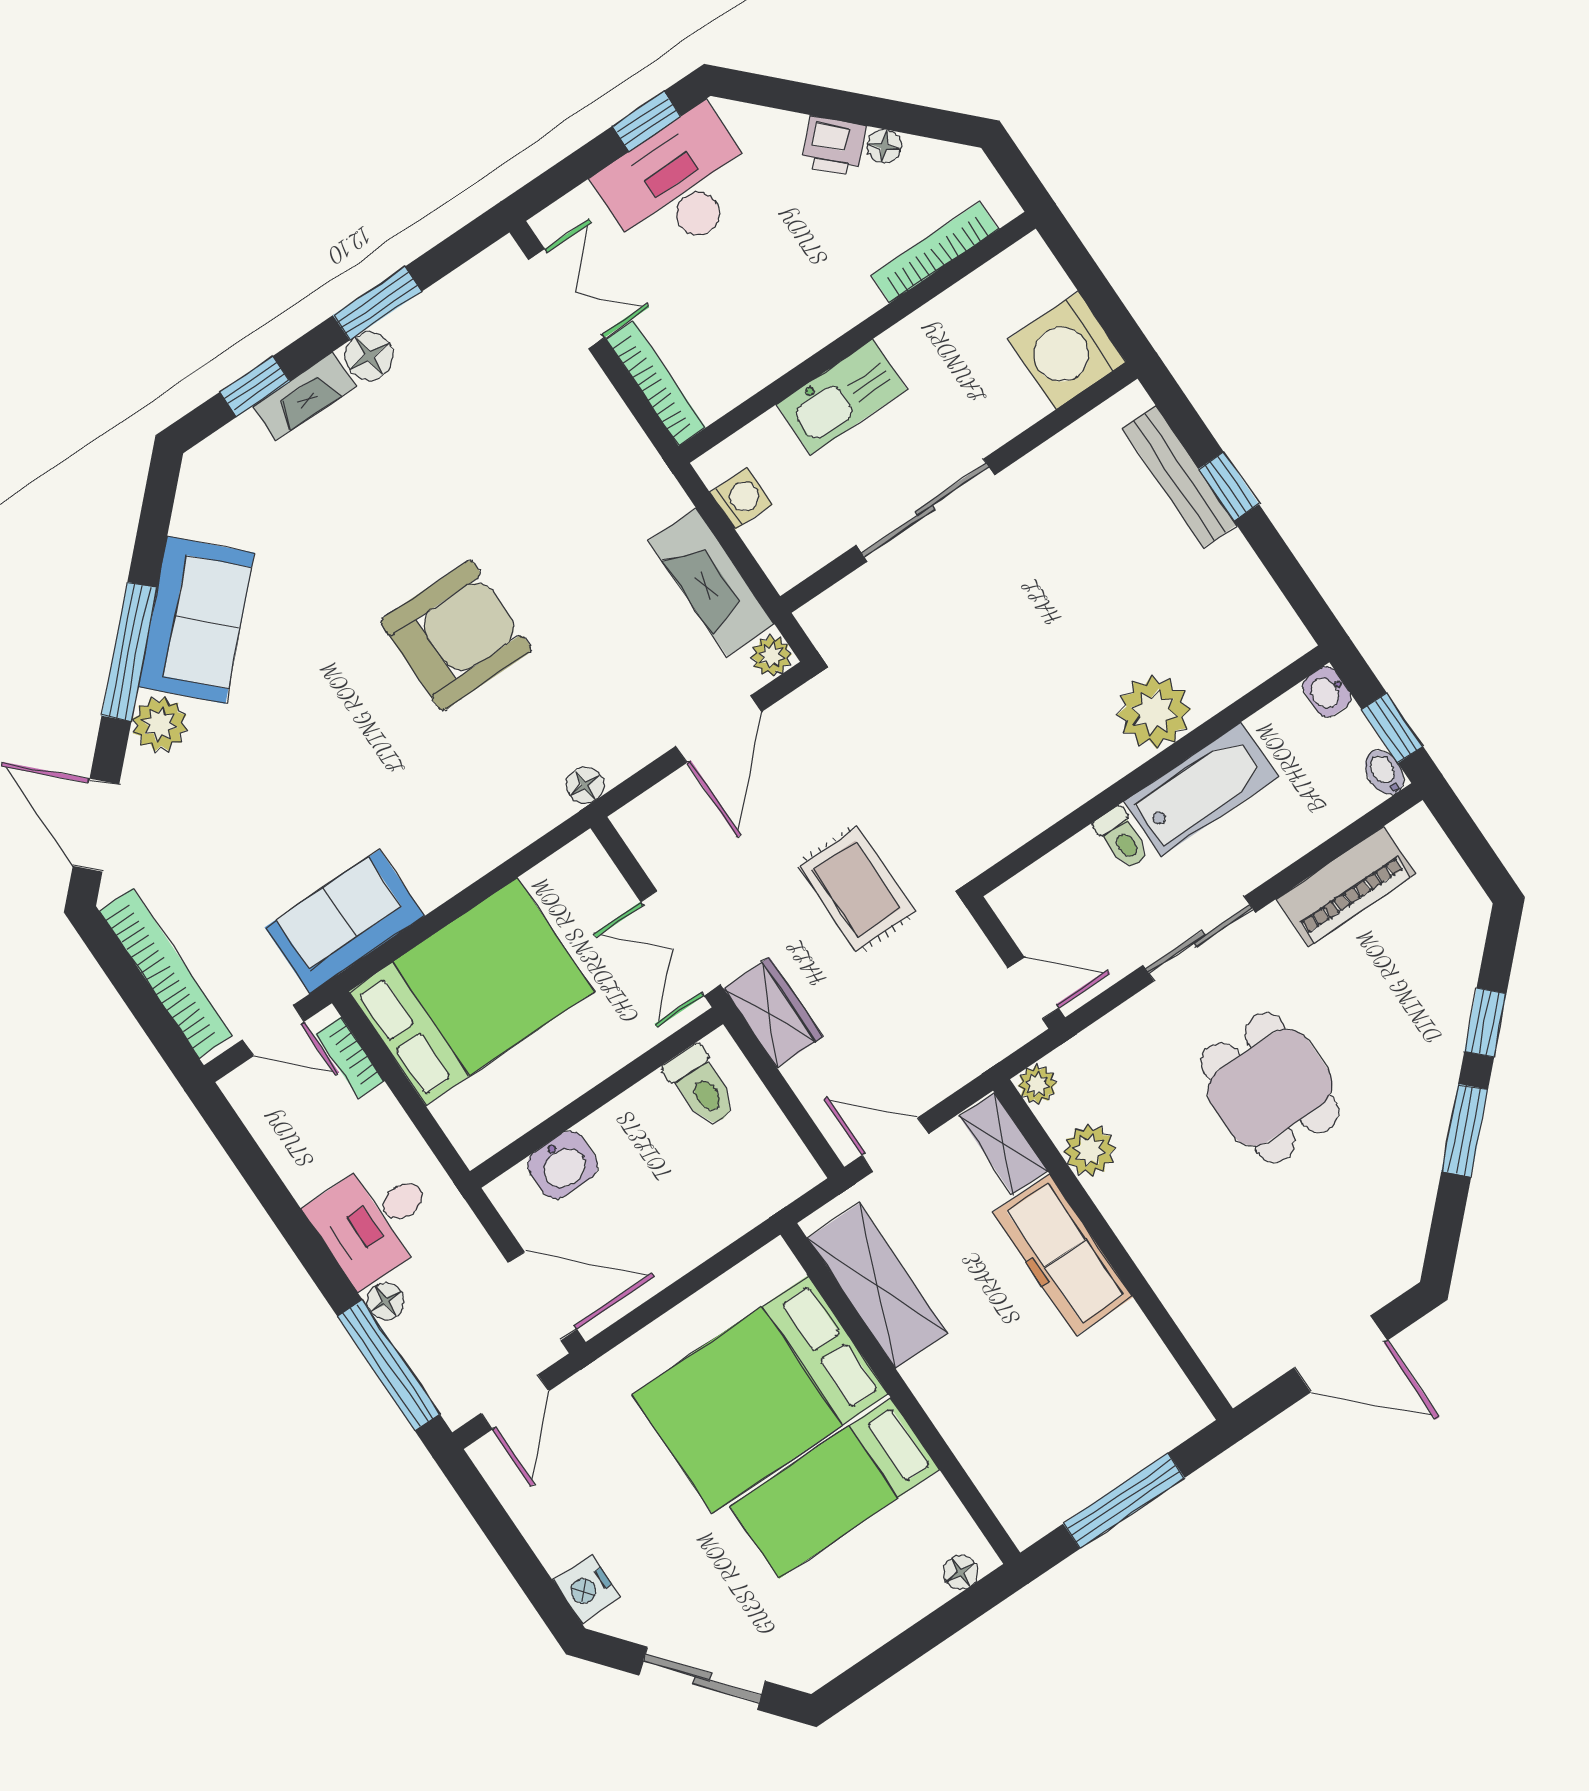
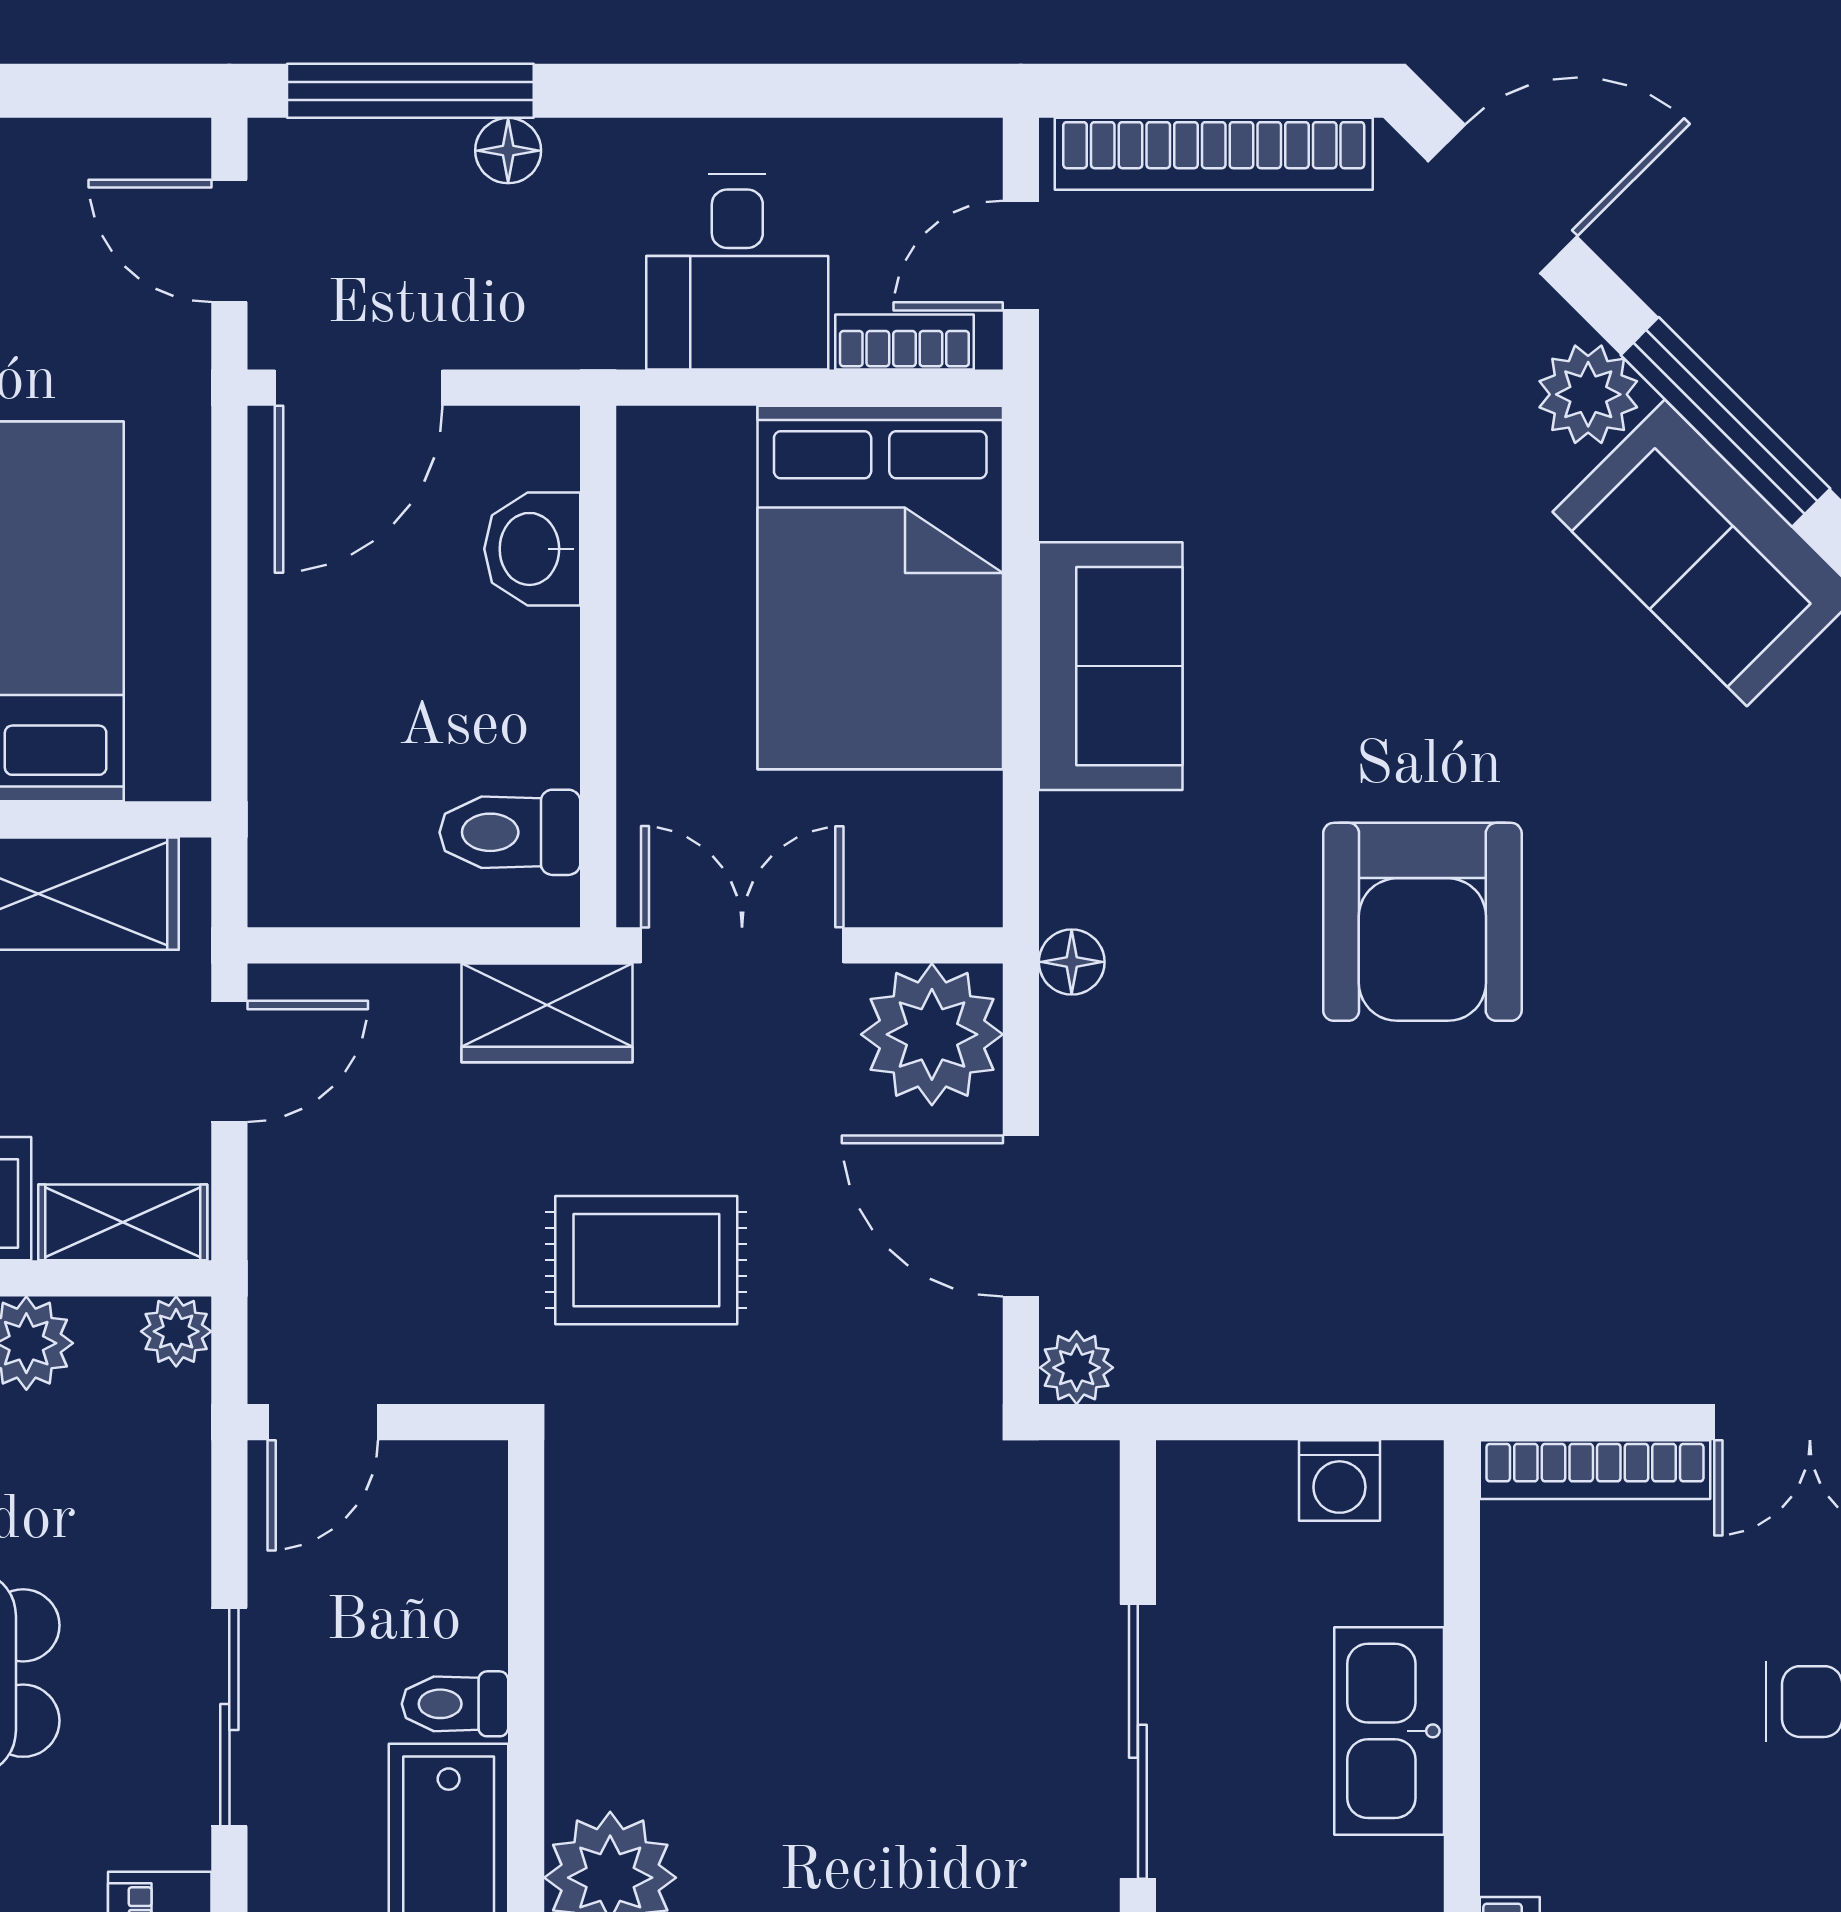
fireplace: (712, 582) -> (1245, 1353), removed
plant: (662, 827) -> (932, 1034), added
sofa: (345, 922) -> (1111, 666), moved
desk: (375, 1220) -> (737, 272), moved, turned 180

